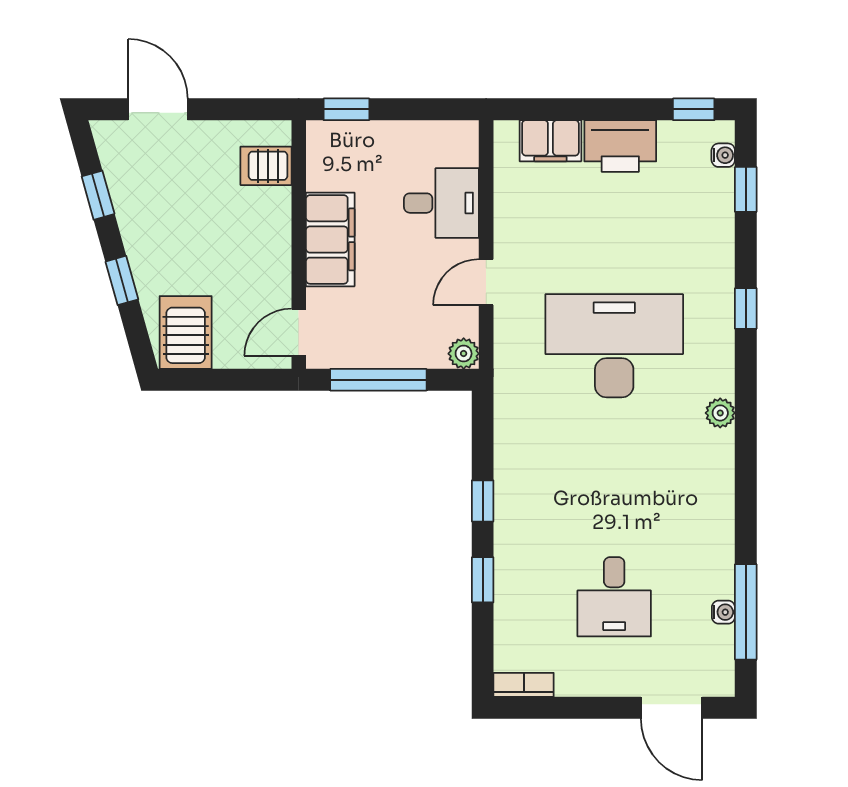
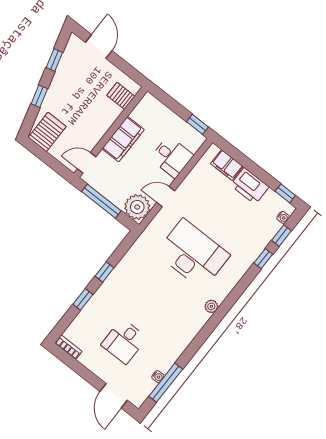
window: (346, 109) -> (197, 124), moved
window: (746, 308) -> (263, 259), moved
plant: (464, 354) -> (137, 207), width x1.88, depth x1.88

